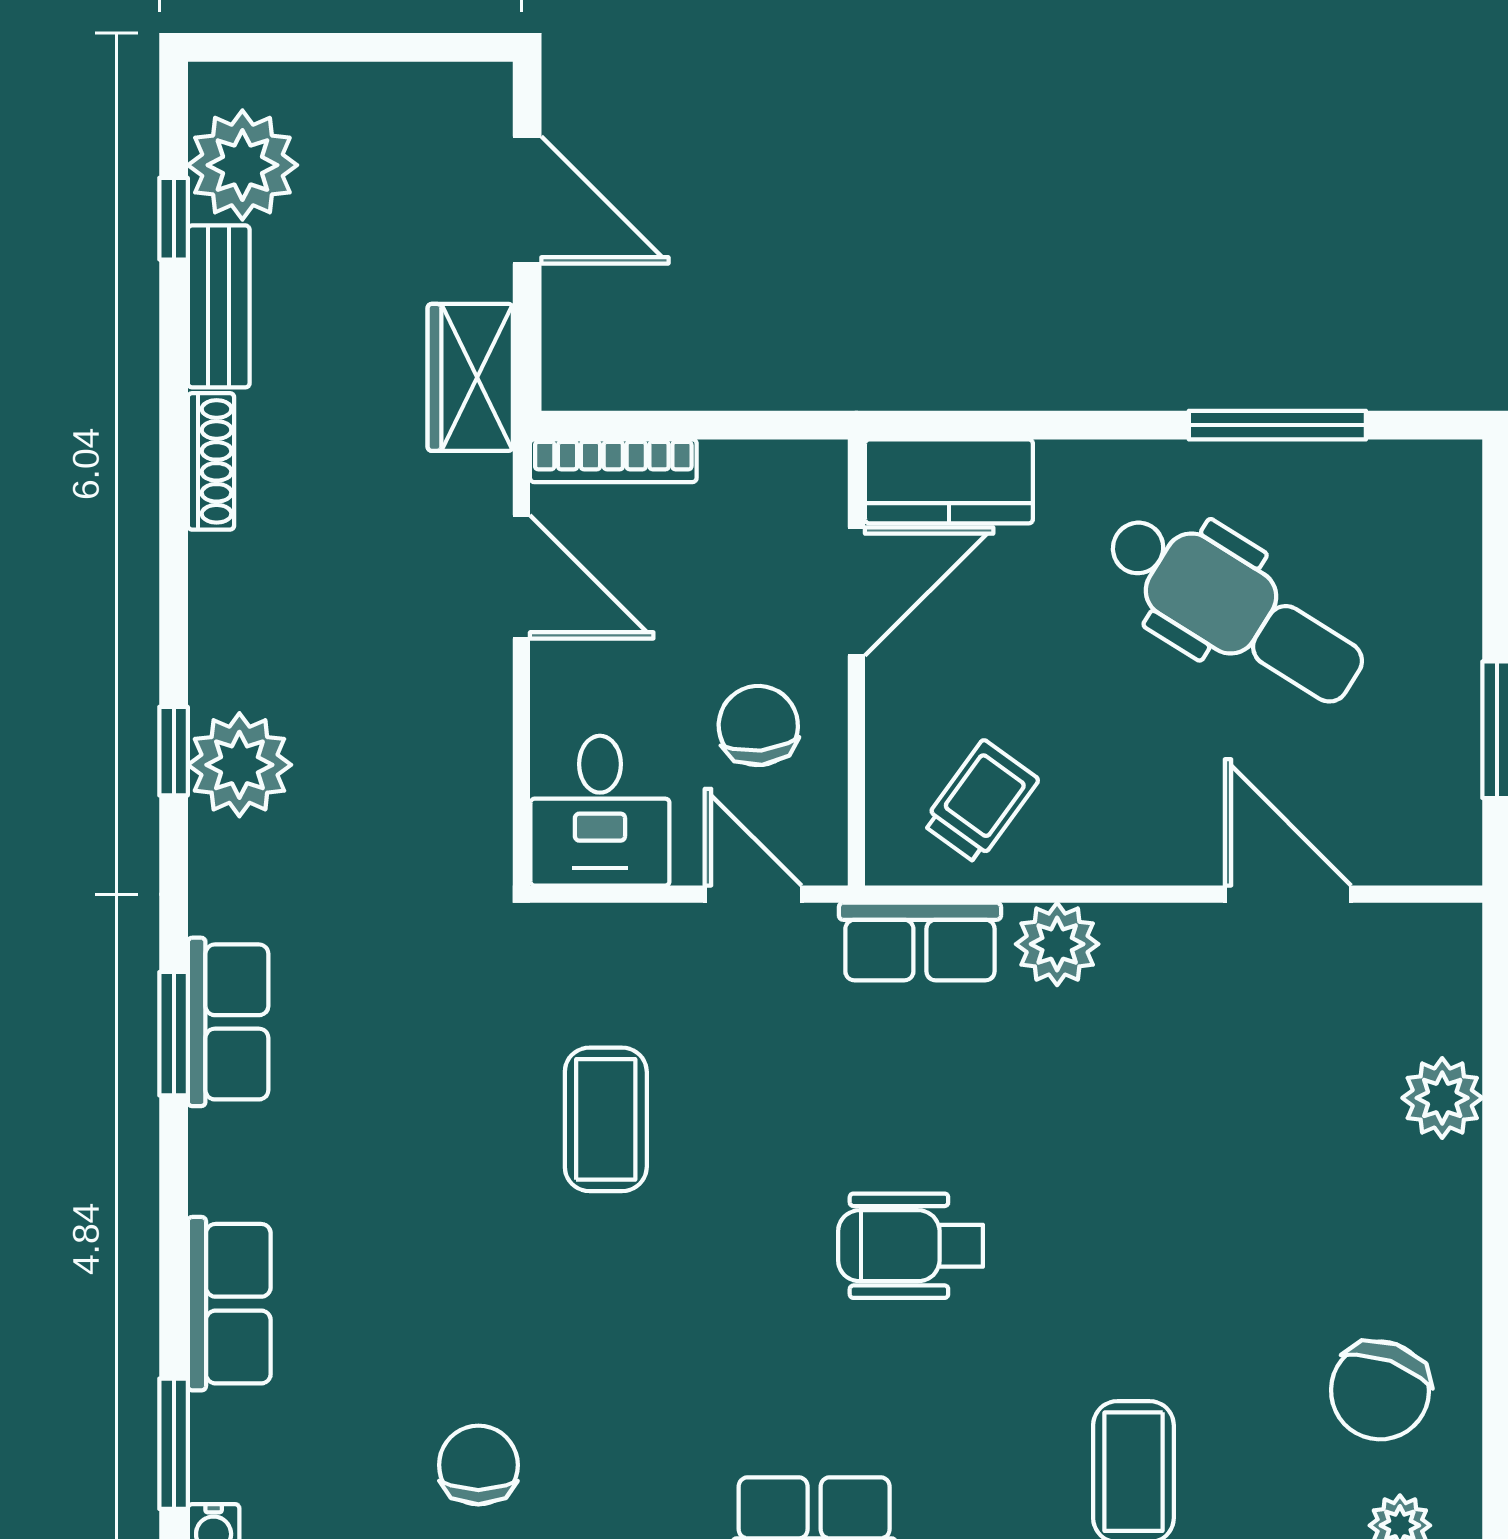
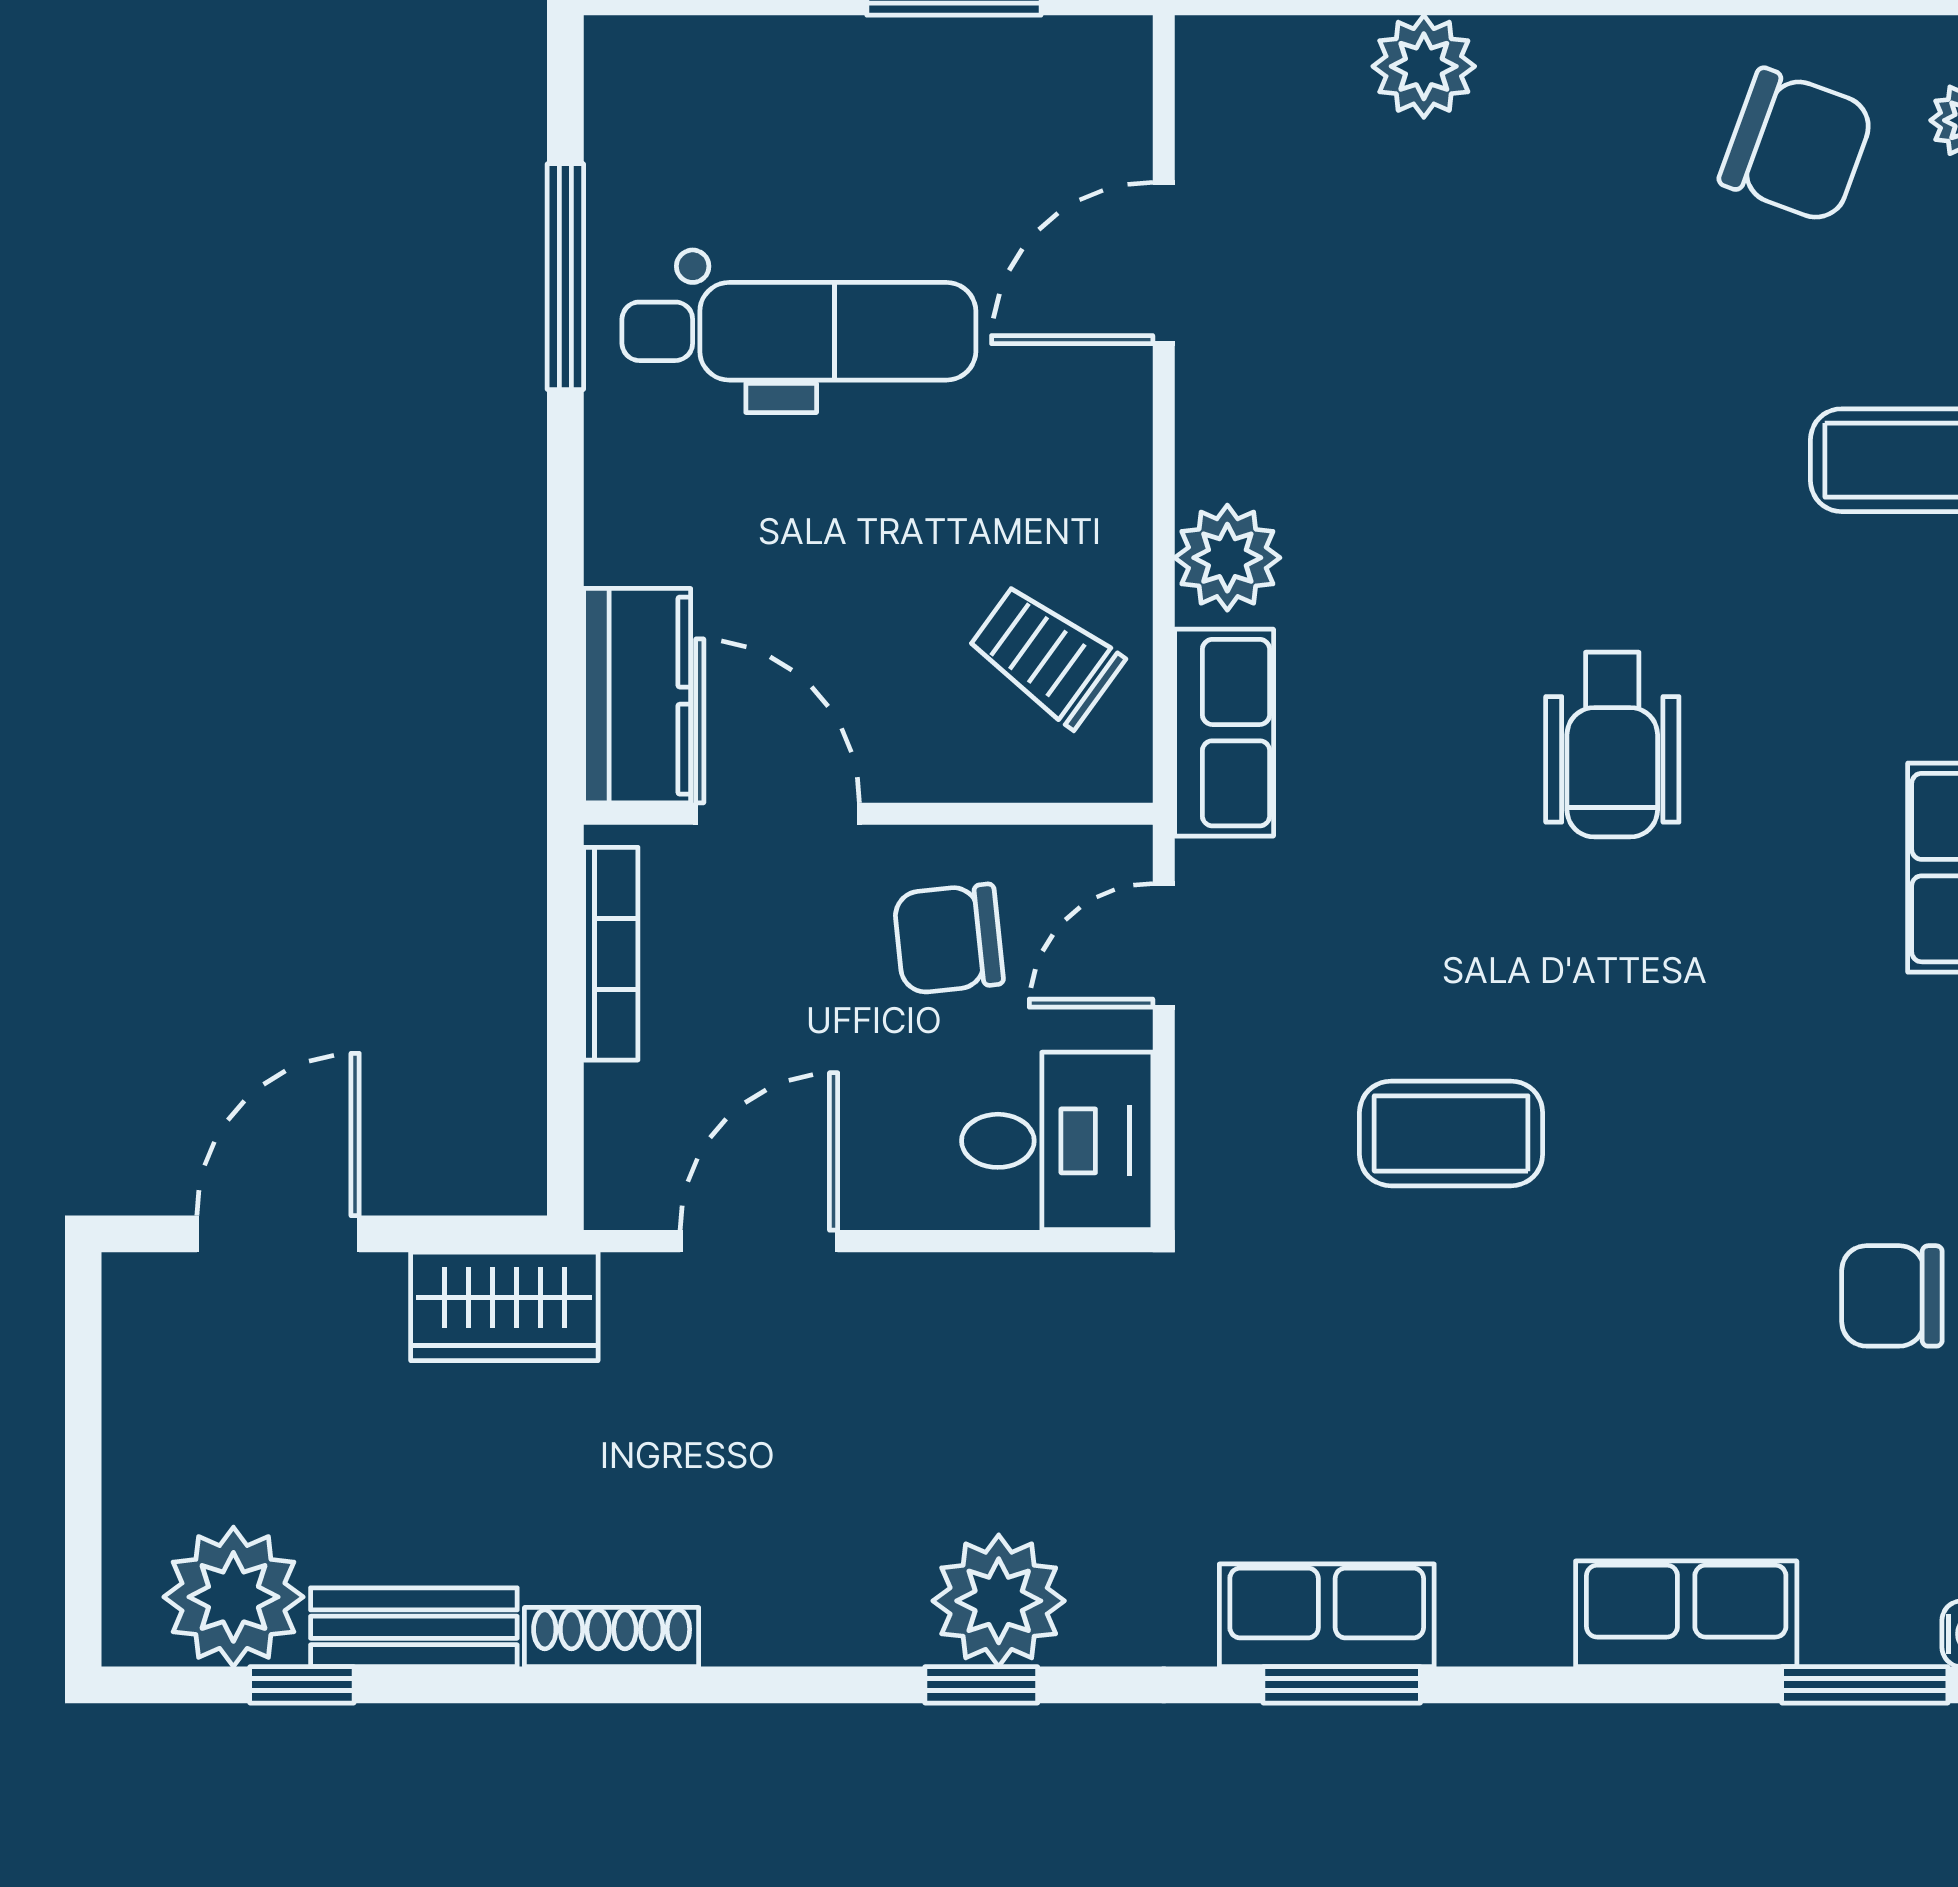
bookcase: (613, 461) -> (611, 954), moved
dental chair: (1235, 608) -> (799, 331), turned 58

